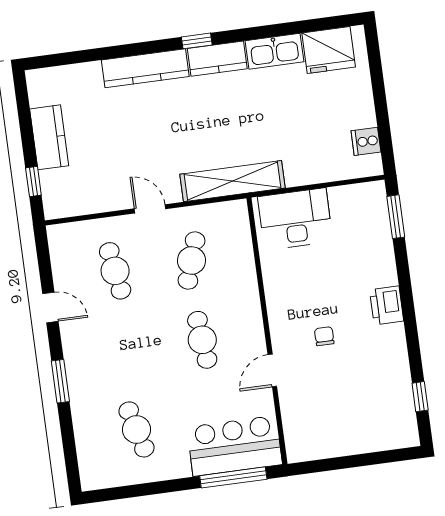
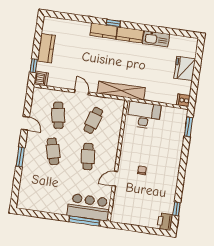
window: (197, 41) -> (113, 23), moved
fridge: (329, 50) -> (185, 68), moved, turned 90
kitchen counter: (145, 68) -> (104, 31), width x0.67
cooker: (366, 141) -> (183, 100), moved
dishwasher: (56, 204) -> (41, 79), added
printer: (387, 305) -> (165, 222), moved
cafe table: (137, 429) -> (53, 151), moved

